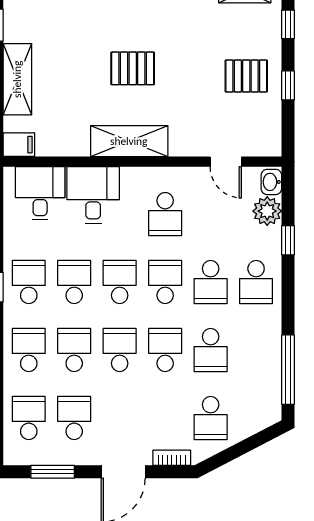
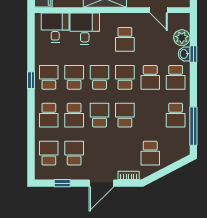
washbasin: (271, 182) -> (184, 54), moved
school desk: (29, 350) -> (49, 115), turned 180
school desk: (74, 350) -> (74, 115), turned 180
school desk: (211, 350) -> (176, 115), moved
window: (53, 472) -> (62, 183), width x0.67

